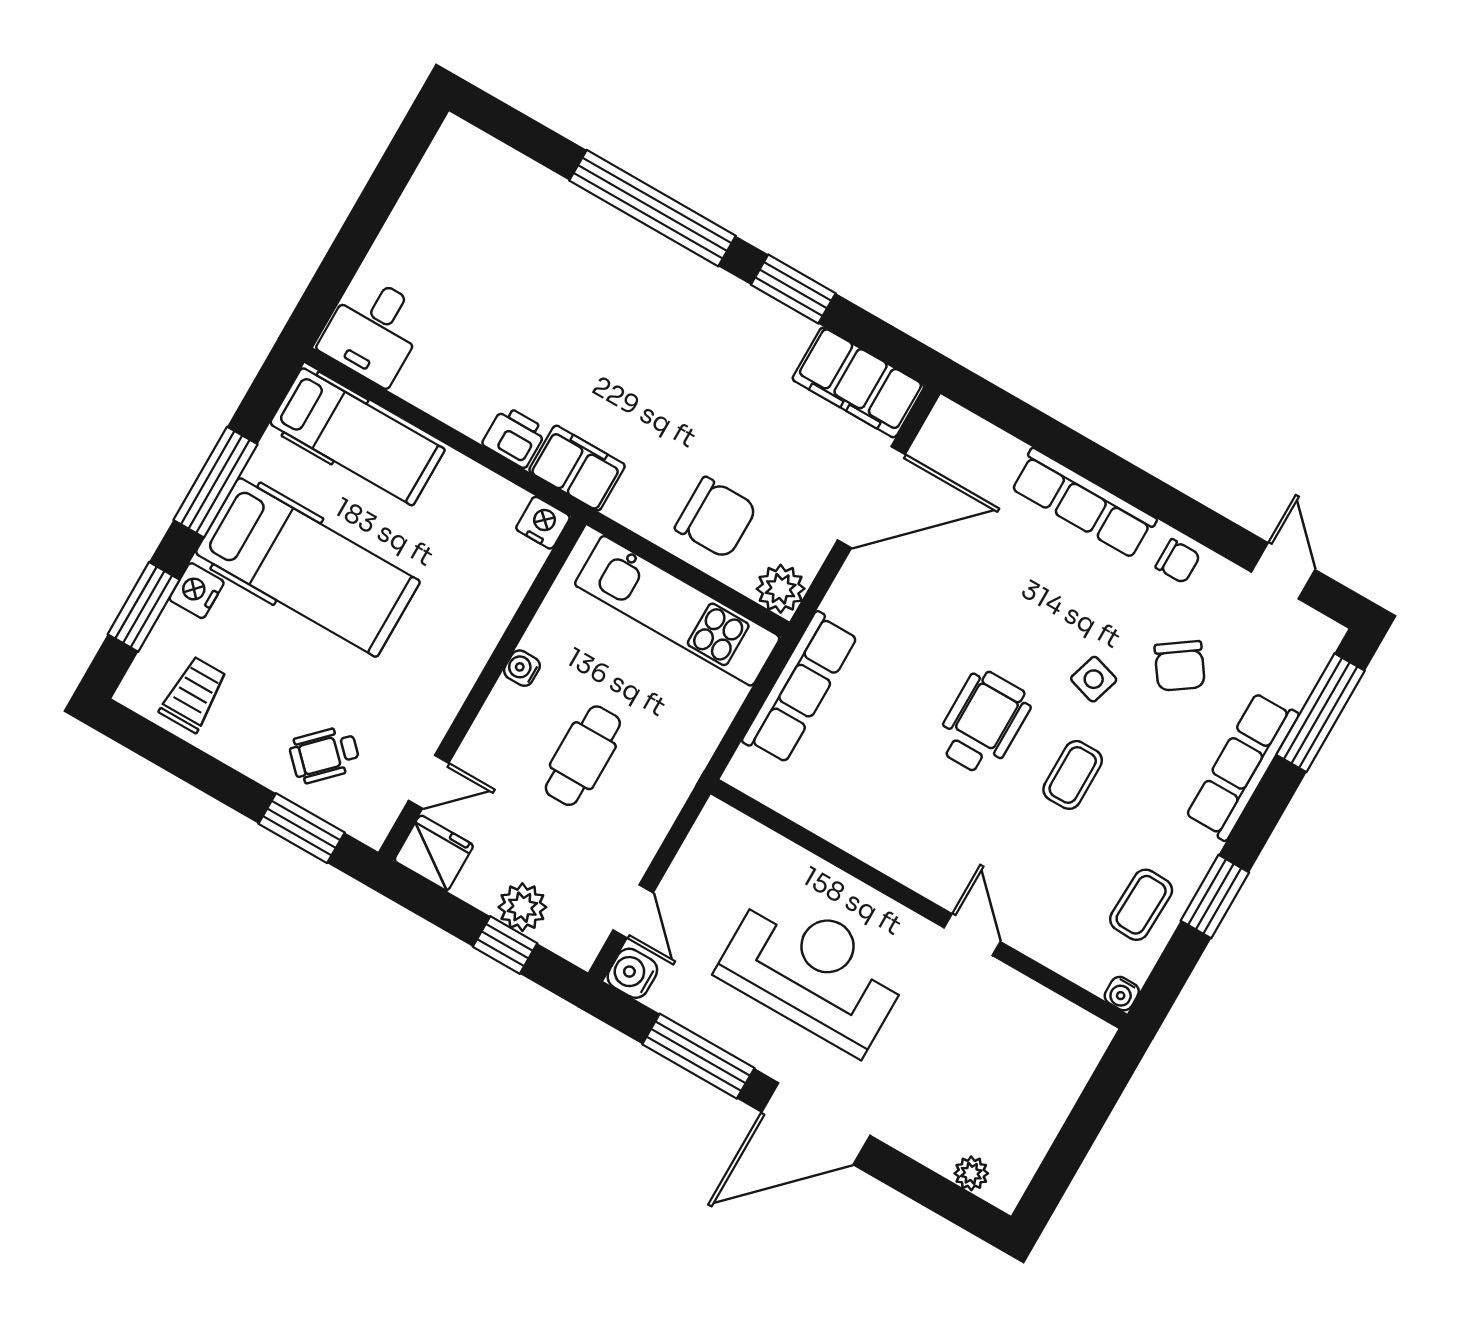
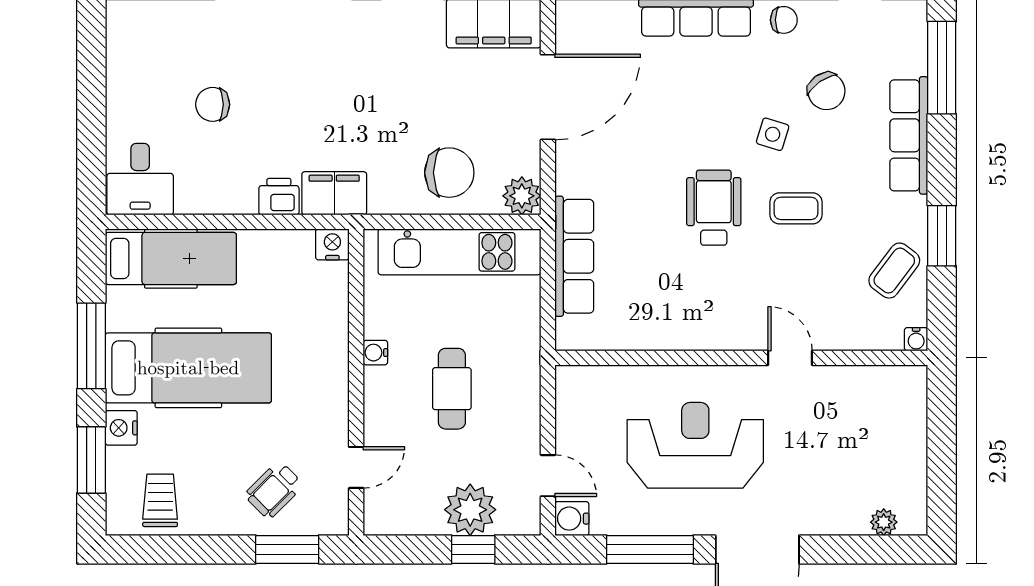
chair: (500, 294) -> (213, 104), added
coffee table: (1073, 775) -> (796, 208), turned 90
fridge: (434, 853) -> (388, 514), removed
coffee table: (1141, 905) -> (894, 271), turned 35
plant: (522, 907) -> (470, 510), width x1.36, depth x1.36

